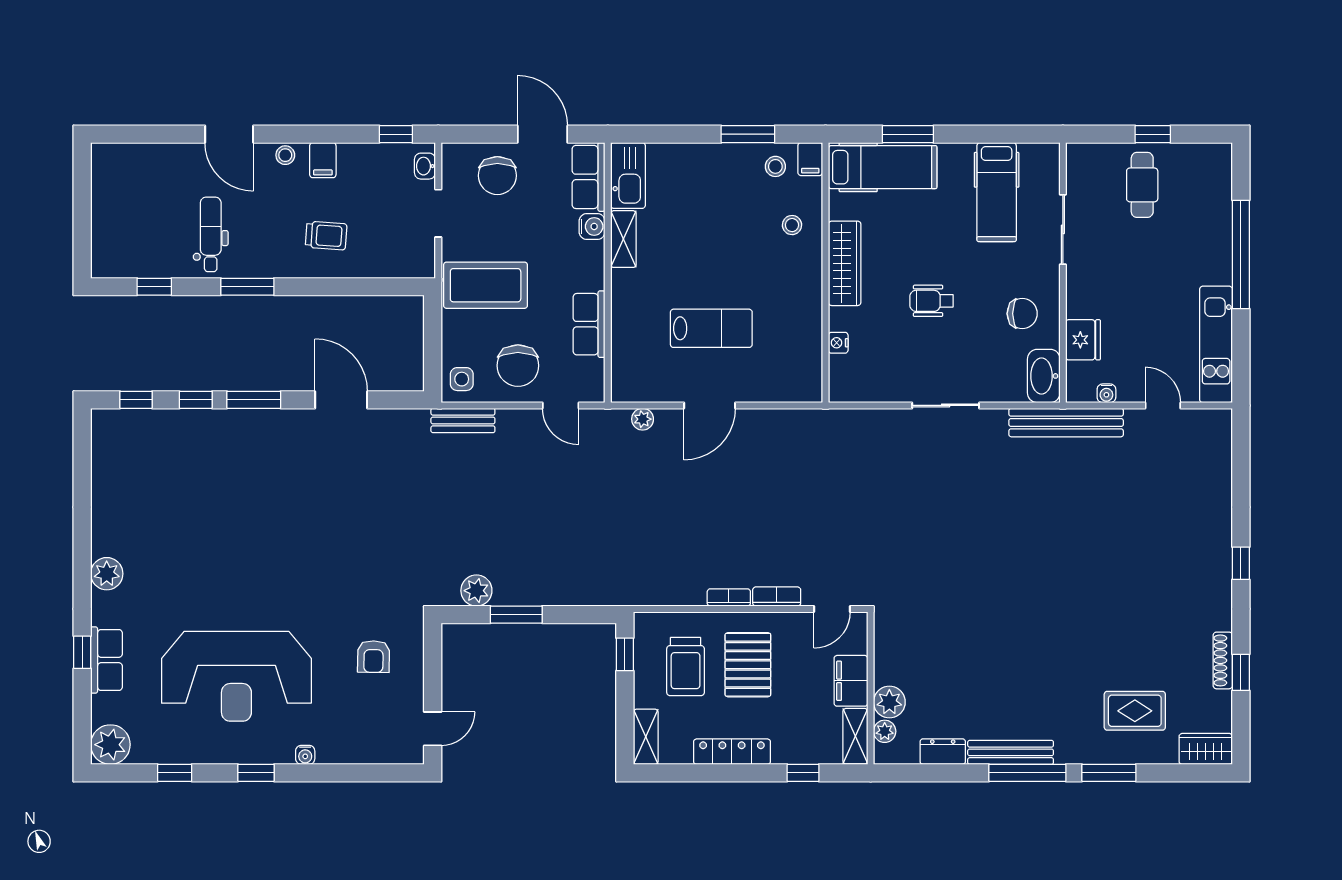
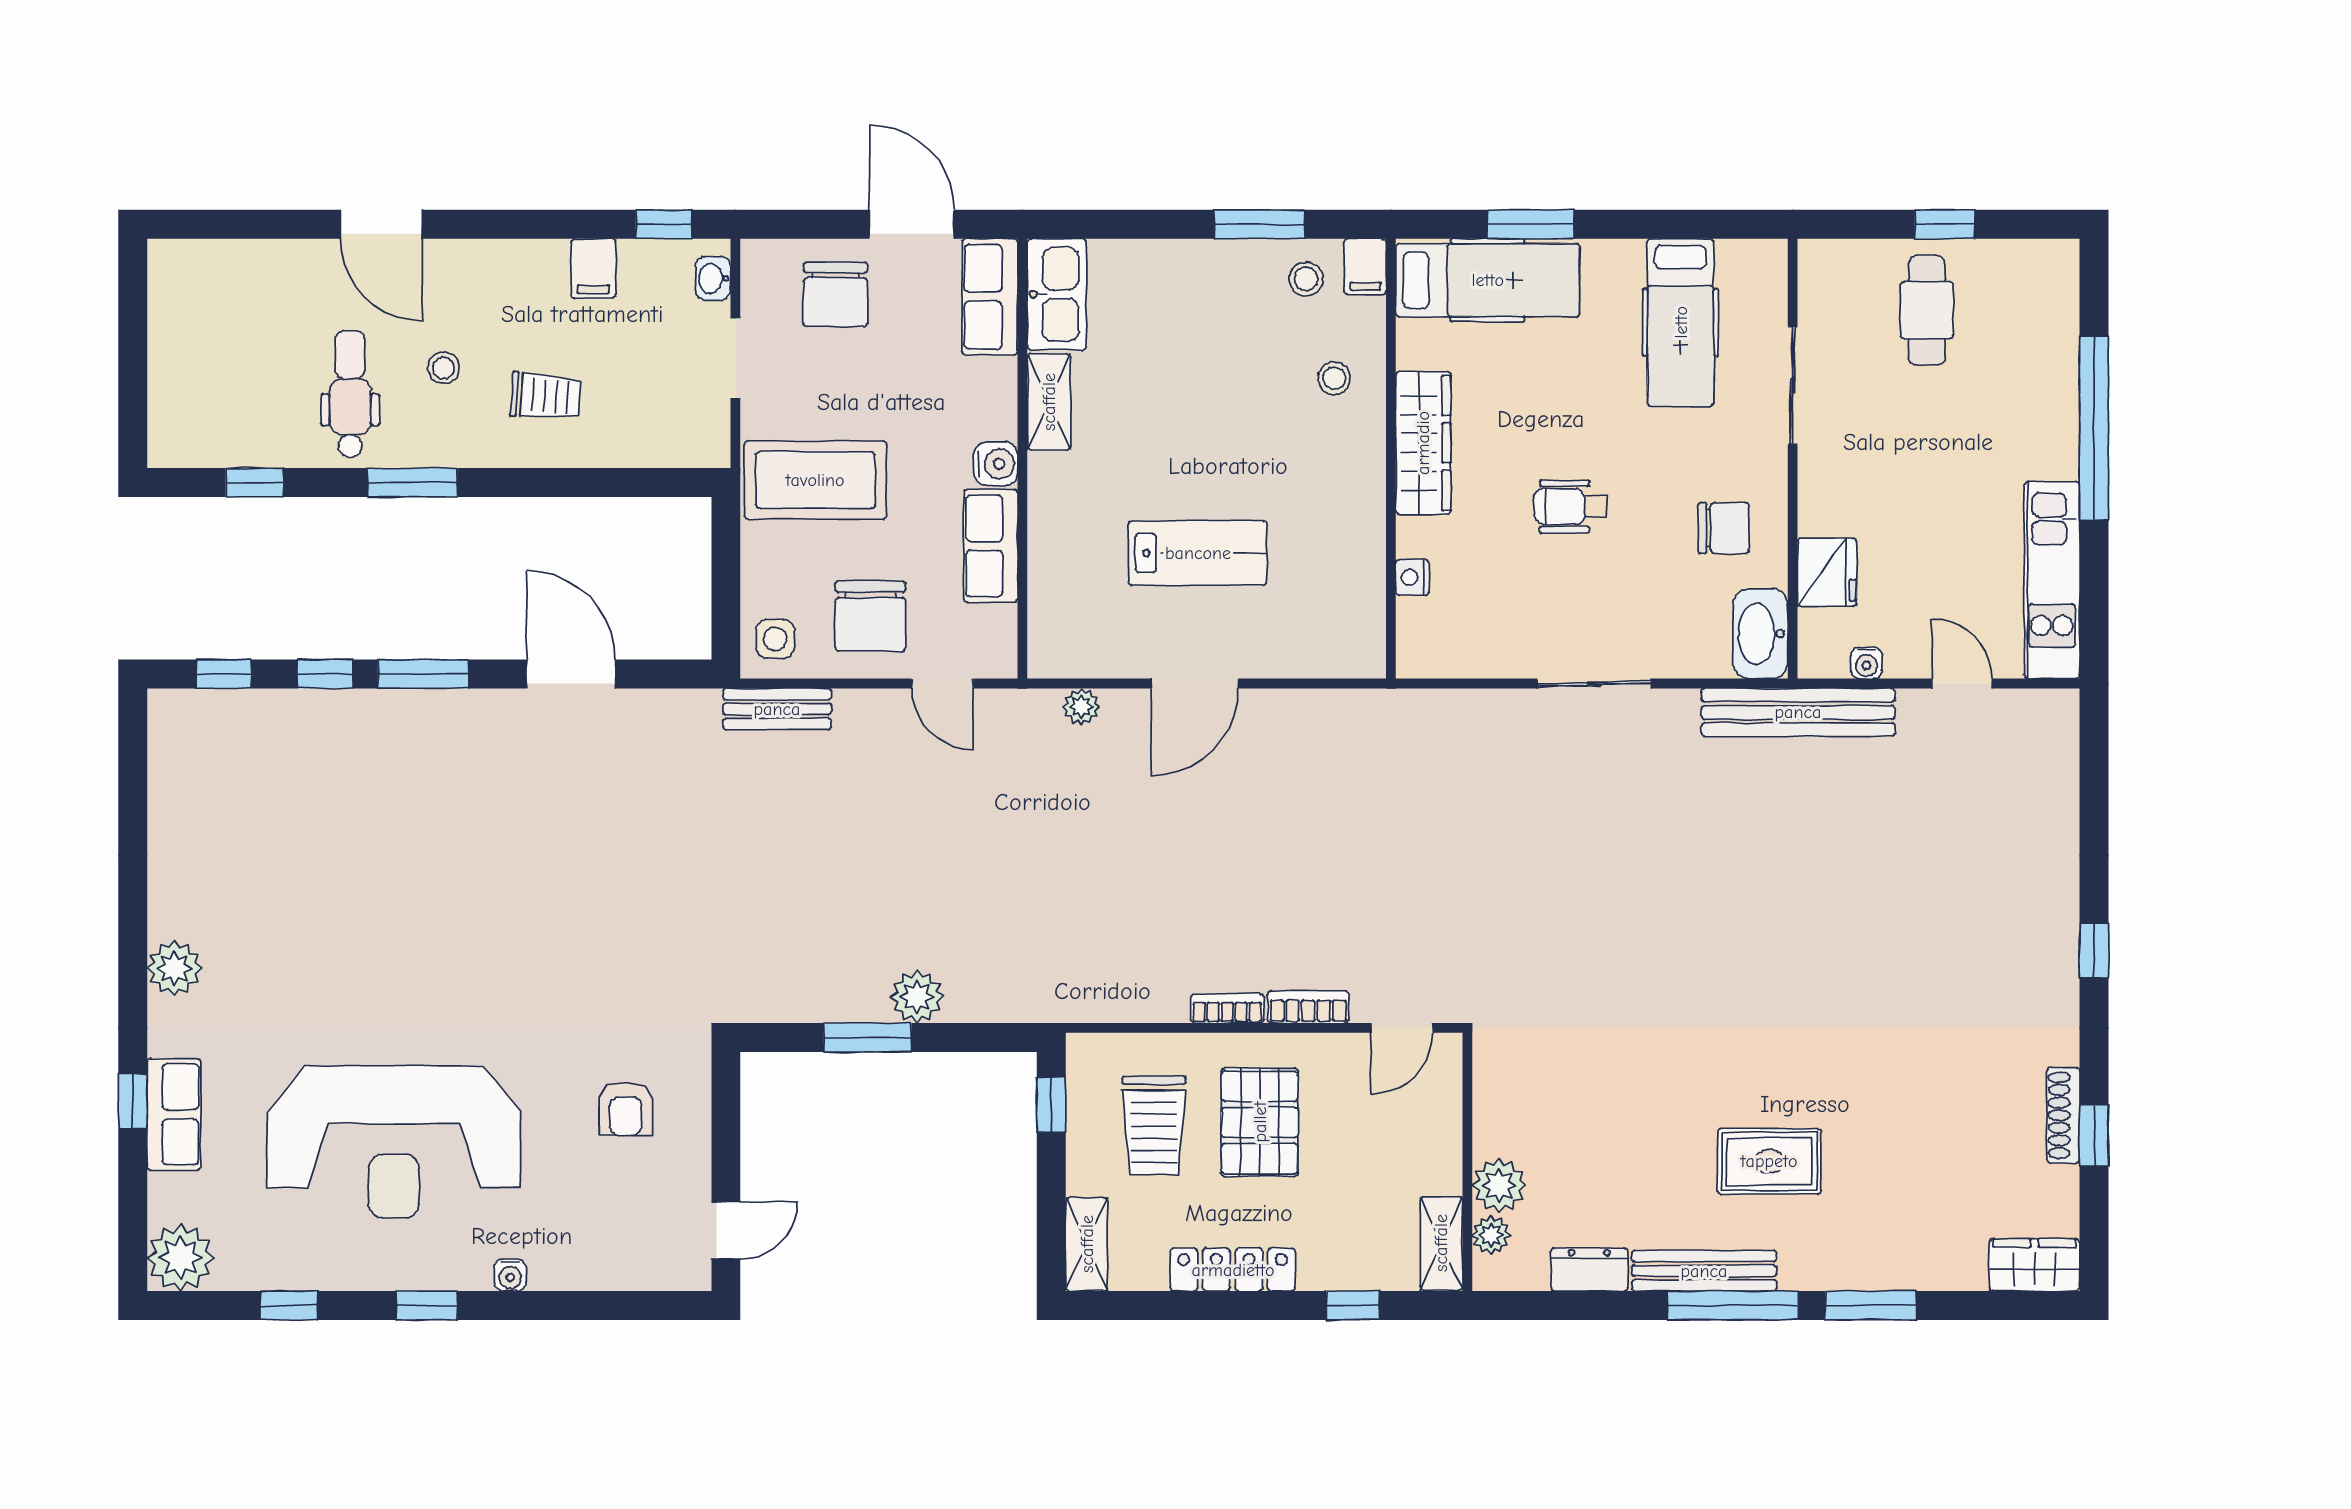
stool: (285, 155) -> (444, 368), moved
filing cabinet: (323, 160) -> (593, 268), moved
water cooler: (592, 226) -> (996, 464), moved
plant: (476, 591) -> (917, 997), moved
filing cabinet: (851, 681) -> (1434, 1150), removed
rug: (1135, 711) -> (1769, 1161), moved

